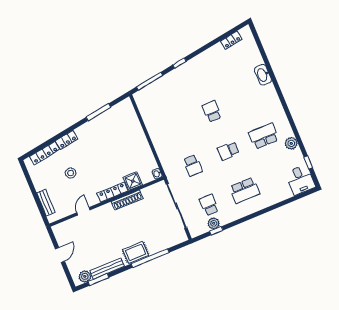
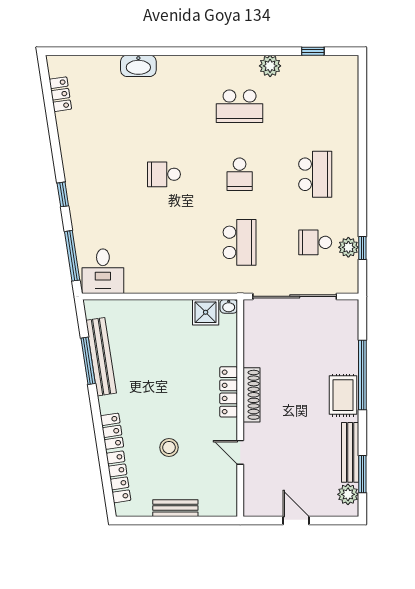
bench: (103, 118) -> (101, 357), added
school desk: (264, 136) -> (240, 106), turned -90
school desk: (193, 166) -> (240, 242), width x1.85
desk: (300, 180) -> (103, 271), moved, turned 90
shower: (133, 181) -> (206, 312), moved
shoe rack: (127, 200) -> (252, 395), moved
bench: (46, 203) -> (175, 508), moved

